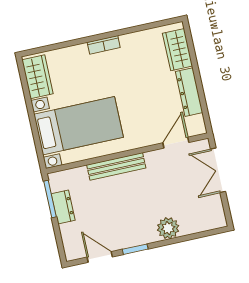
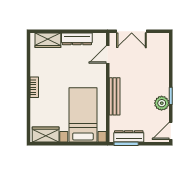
door: (176, 143) -> (108, 55), hinge flipped
dresser: (63, 207) -> (129, 136), width x1.44
plant: (168, 228) -> (162, 103), moved
door: (100, 257) -> (171, 131), moved

